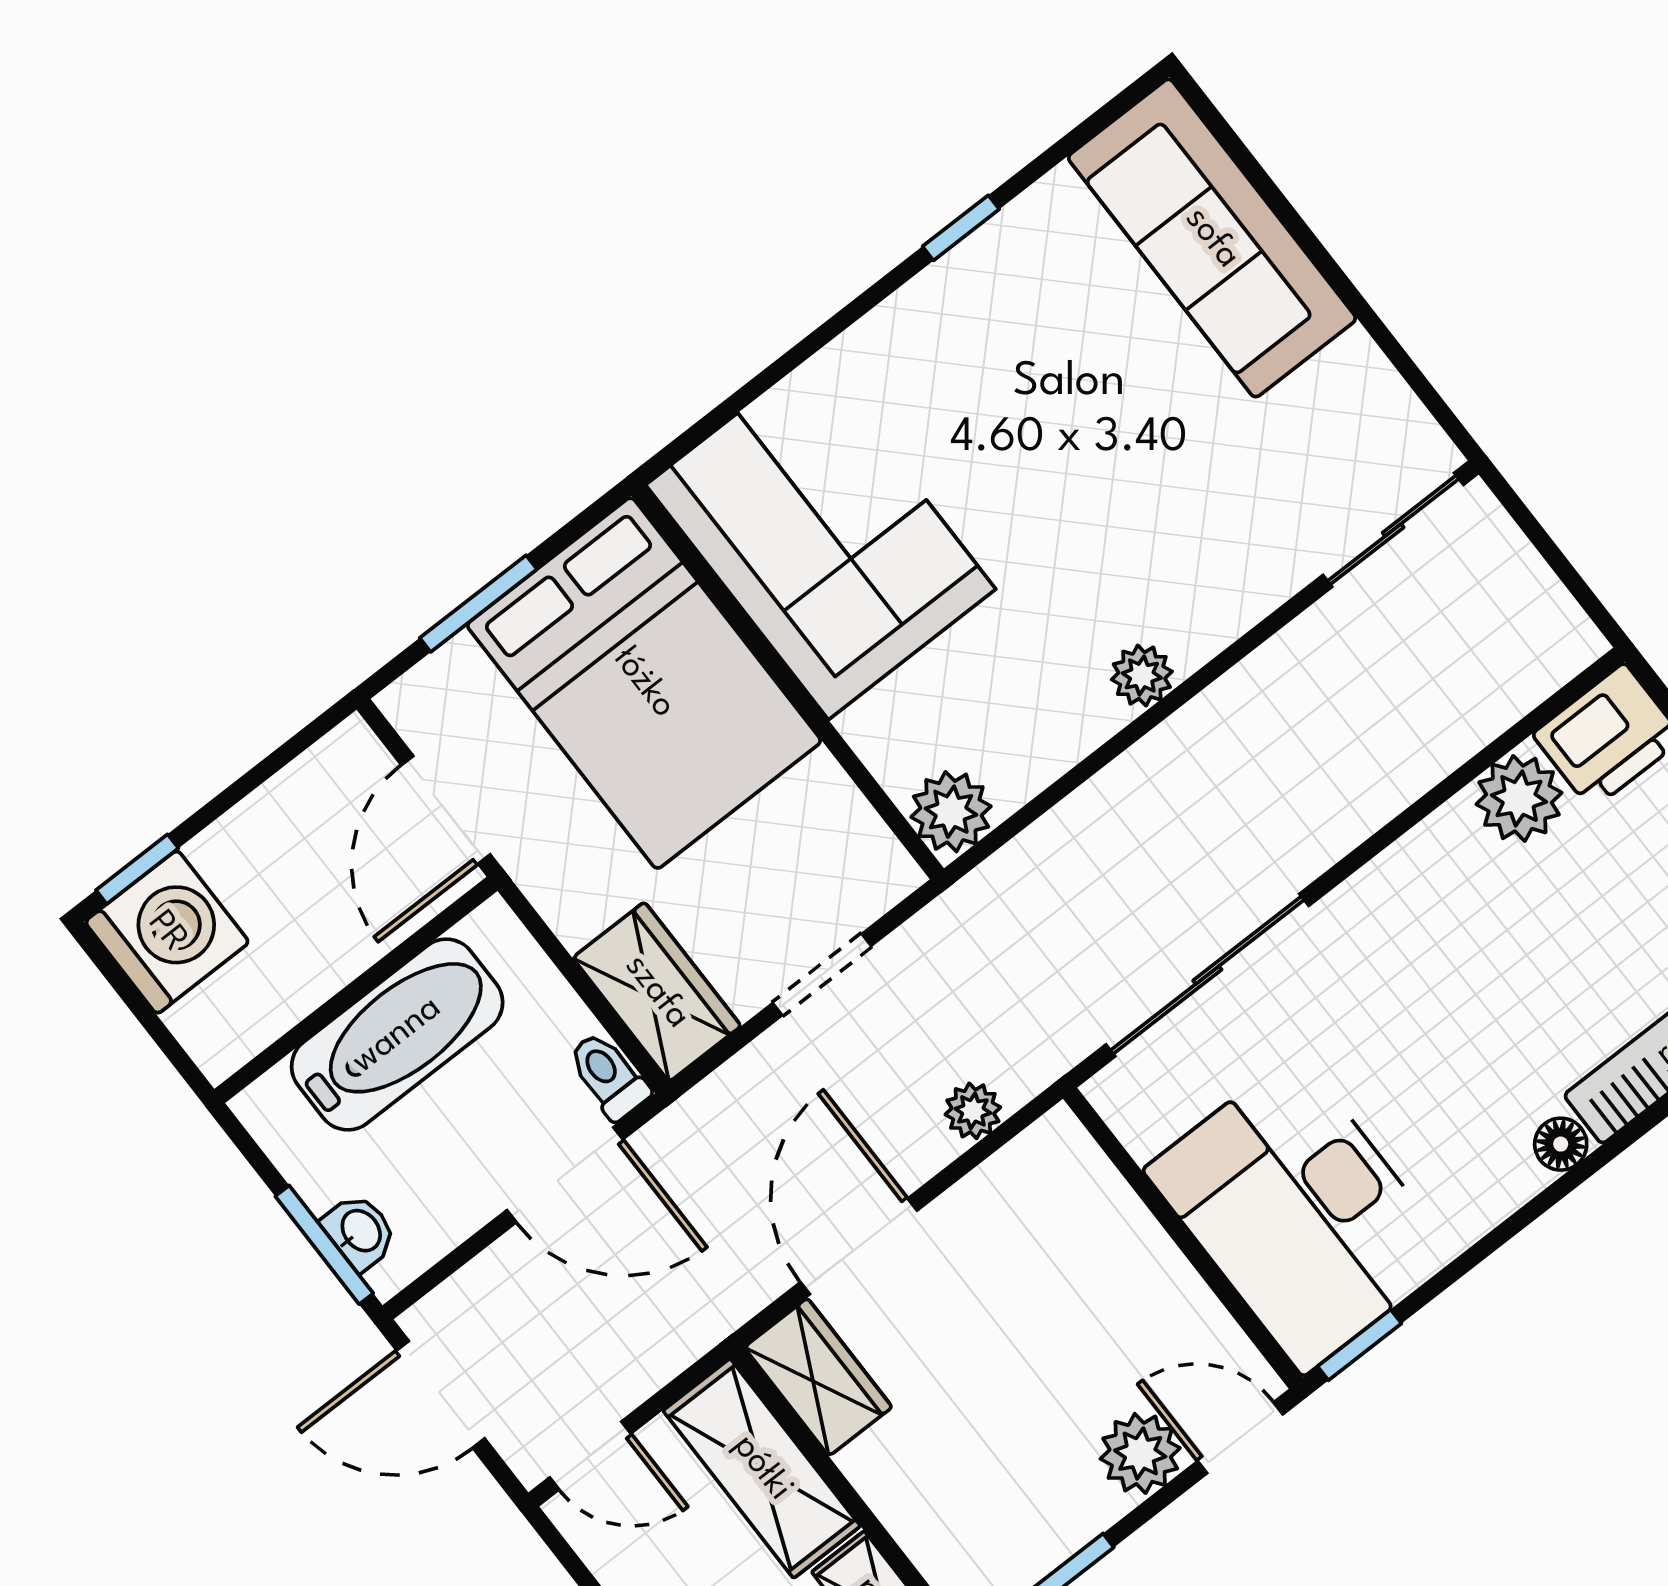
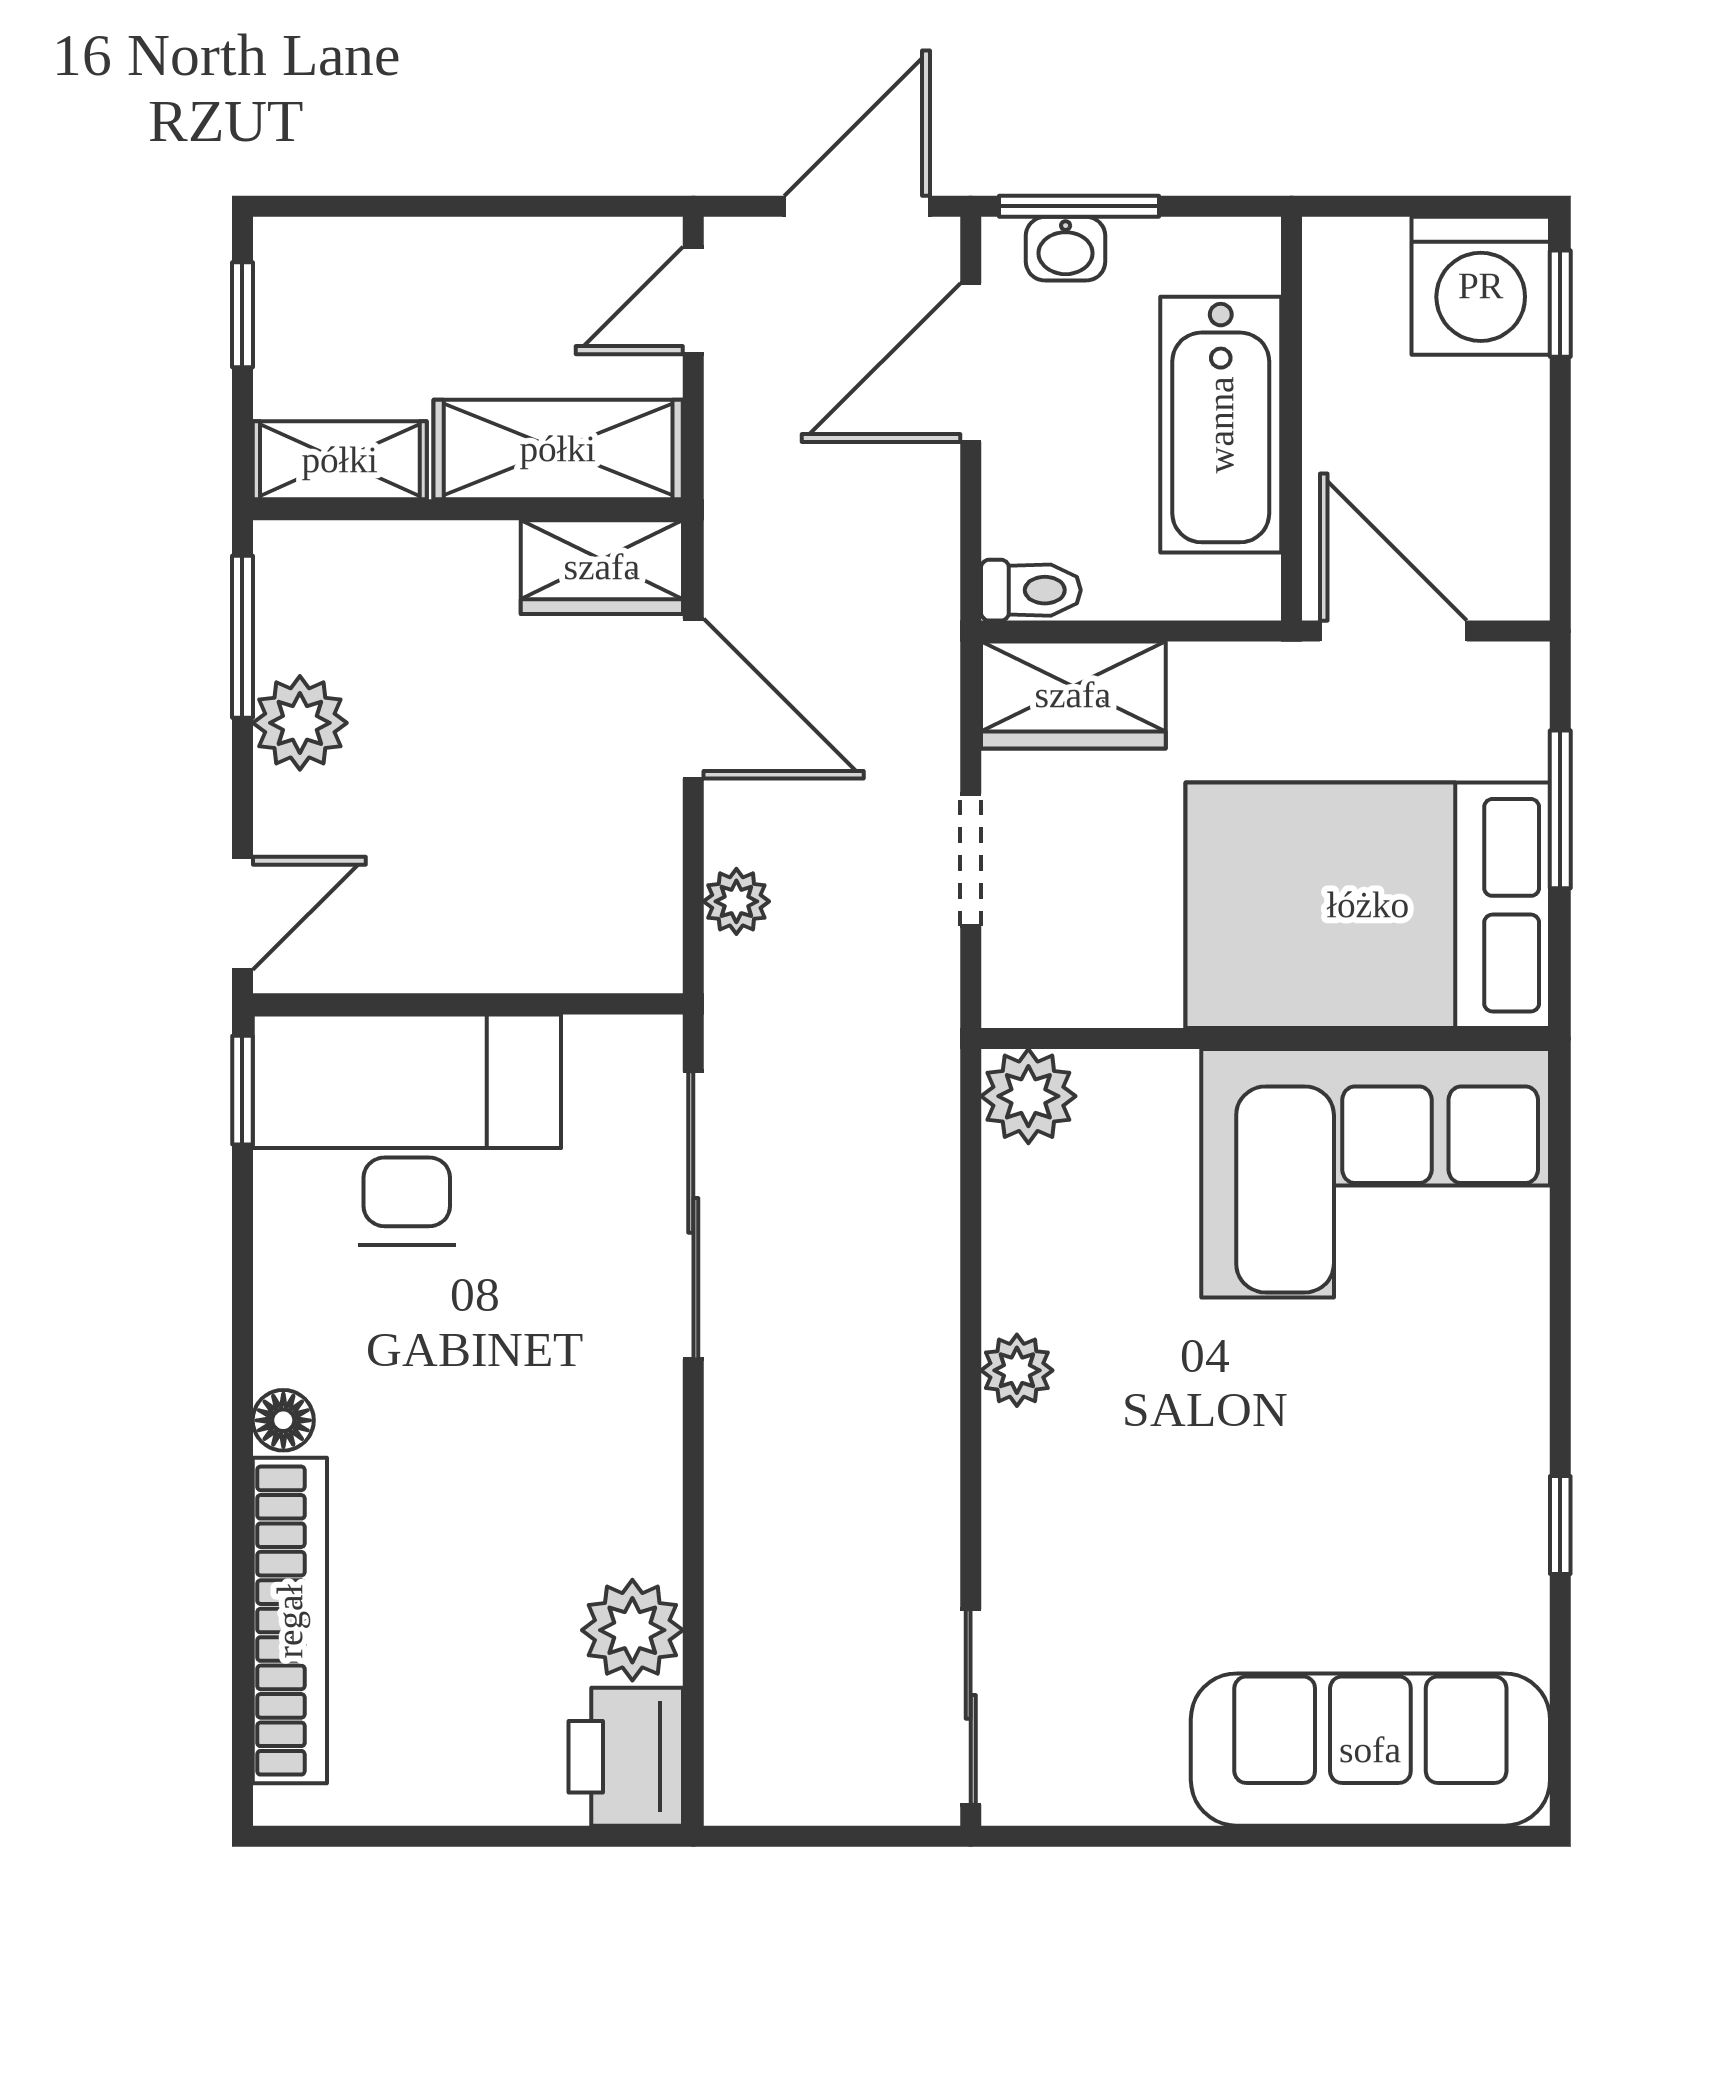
door: (565, 1175) -> (971, 363), moved
plant: (1140, 1453) -> (300, 723), moved

